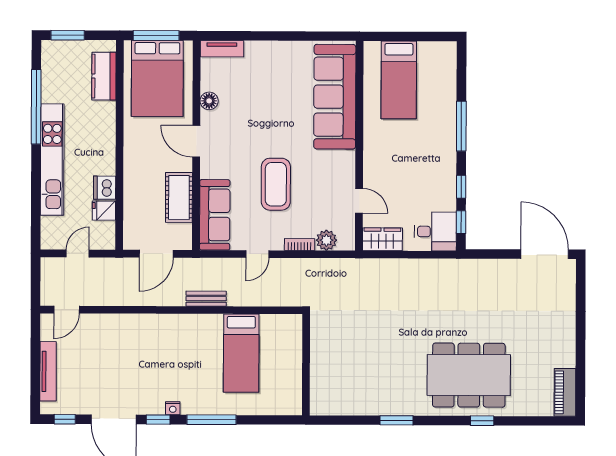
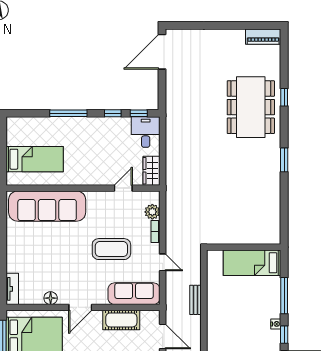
bed: (241, 353) -> (252, 263), moved, turned 180
wall: (306, 365) -> (244, 247), moved

